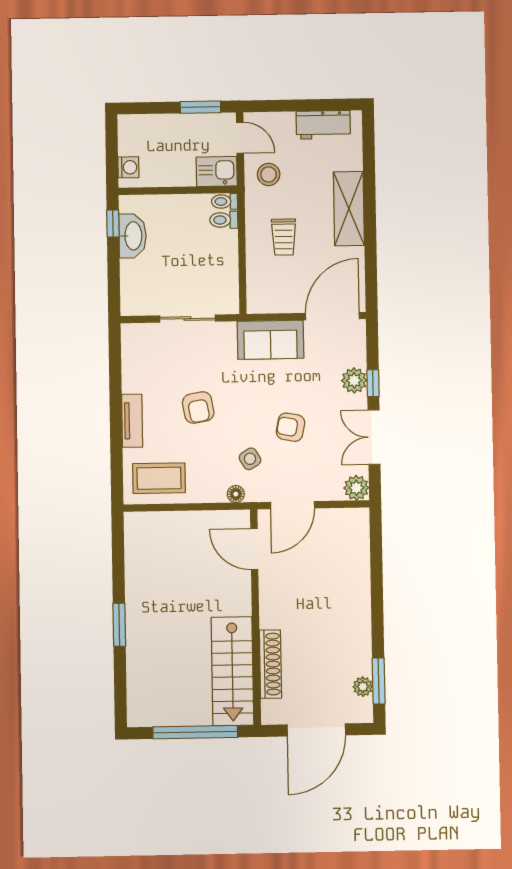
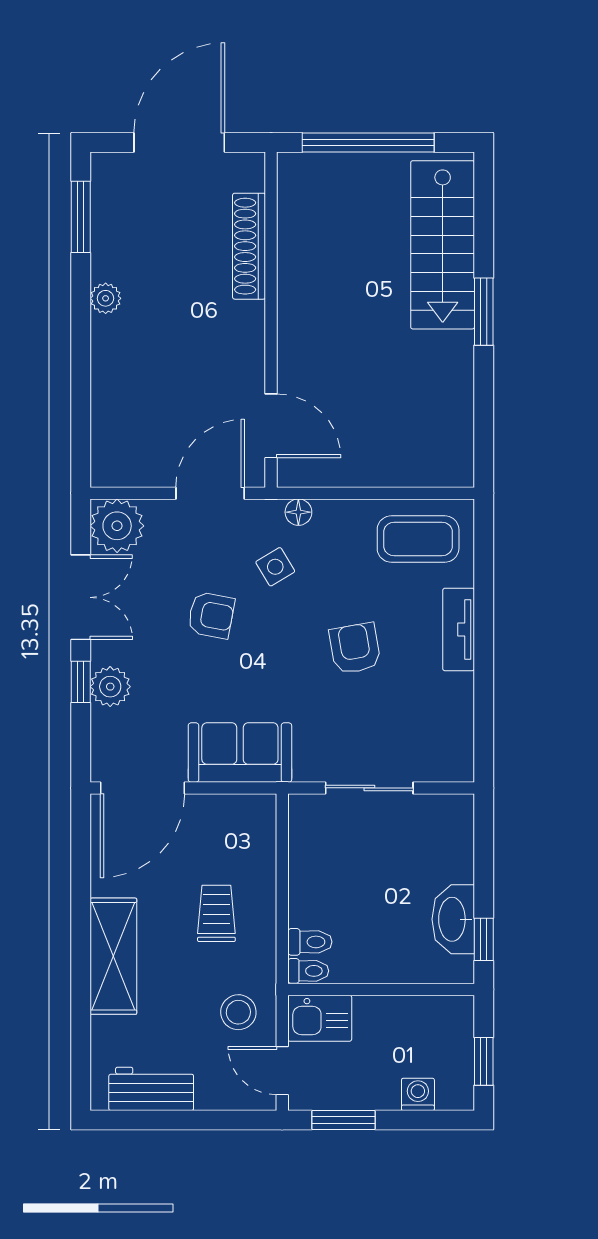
window: (112, 146) -> (484, 1061), added
washing machine: (128, 167) -> (418, 1094), moved, turned 90
plant: (356, 488) -> (117, 526), width x1.36, depth x1.36
stairs: (232, 671) -> (443, 245), moved, turned 180
plant: (363, 687) -> (106, 298), moved

